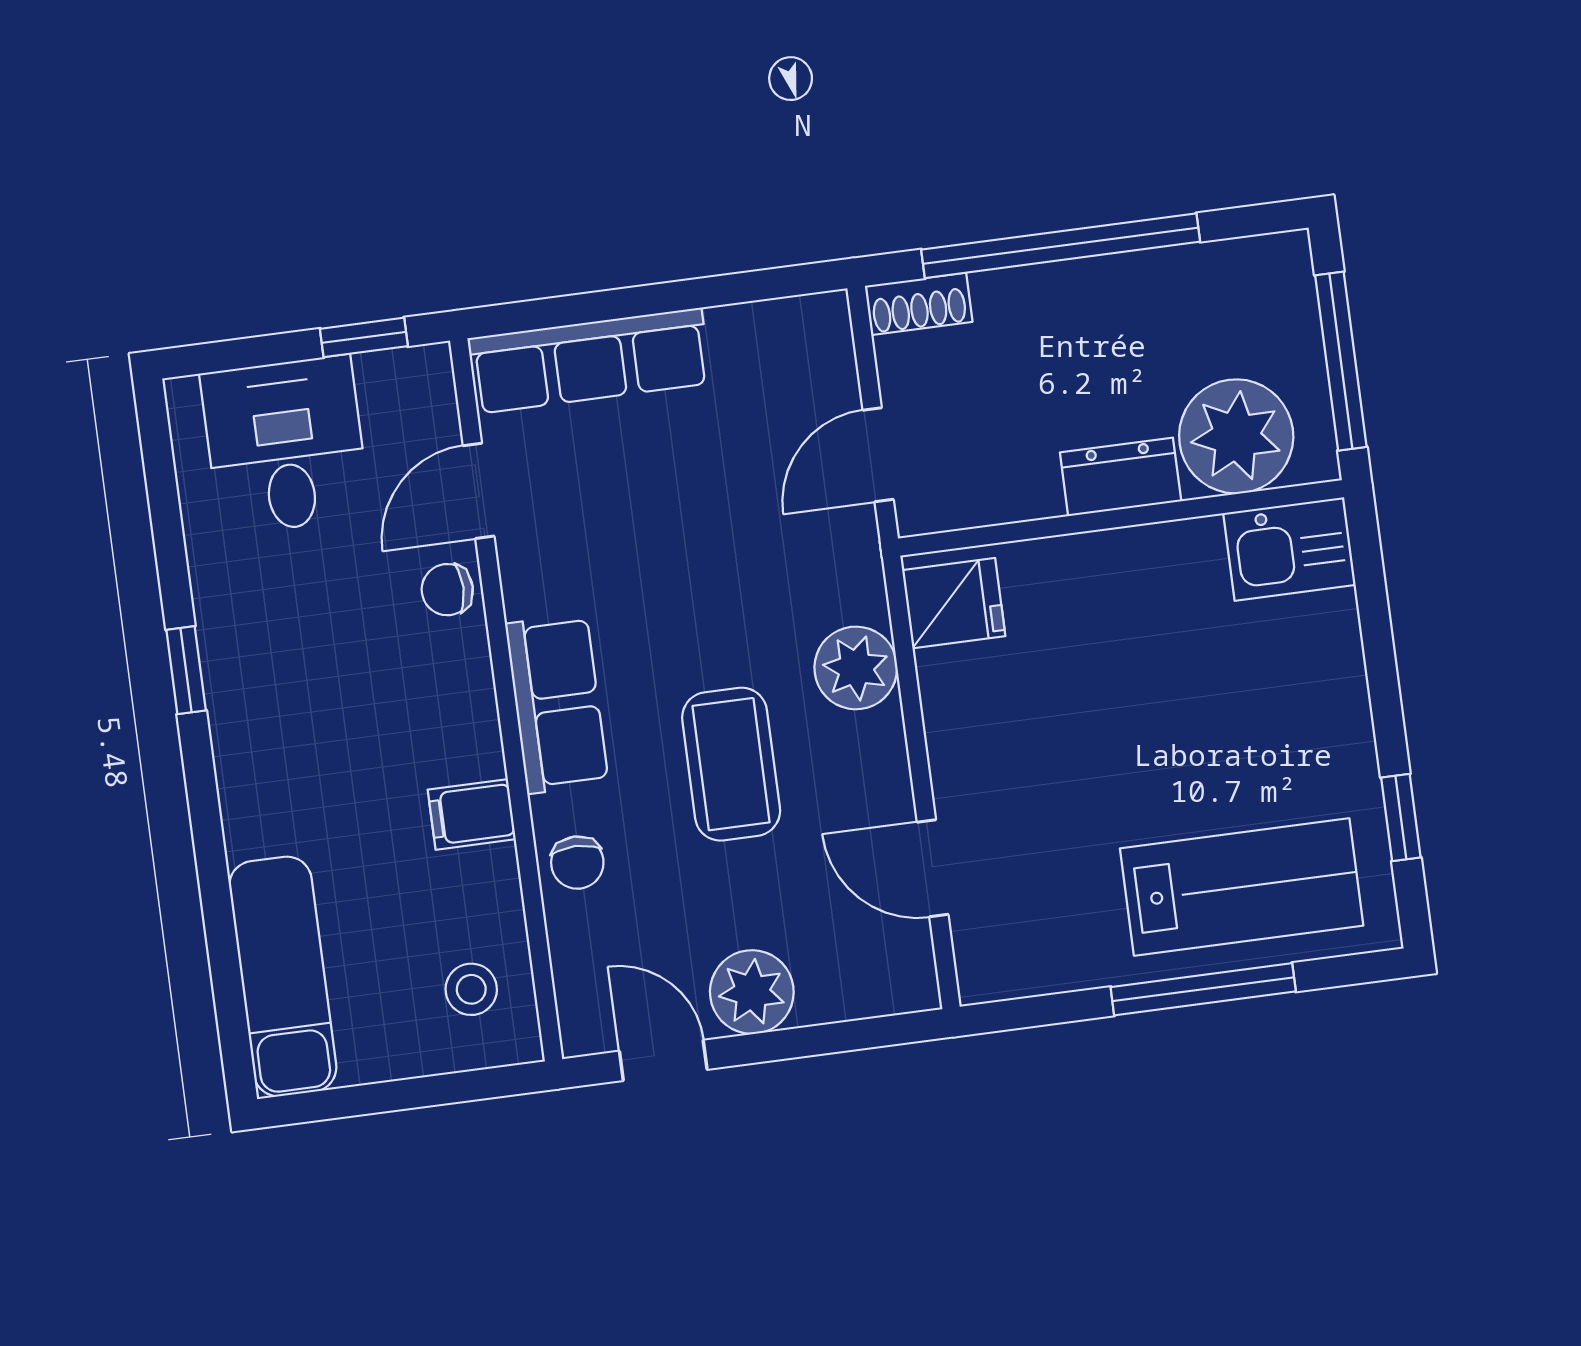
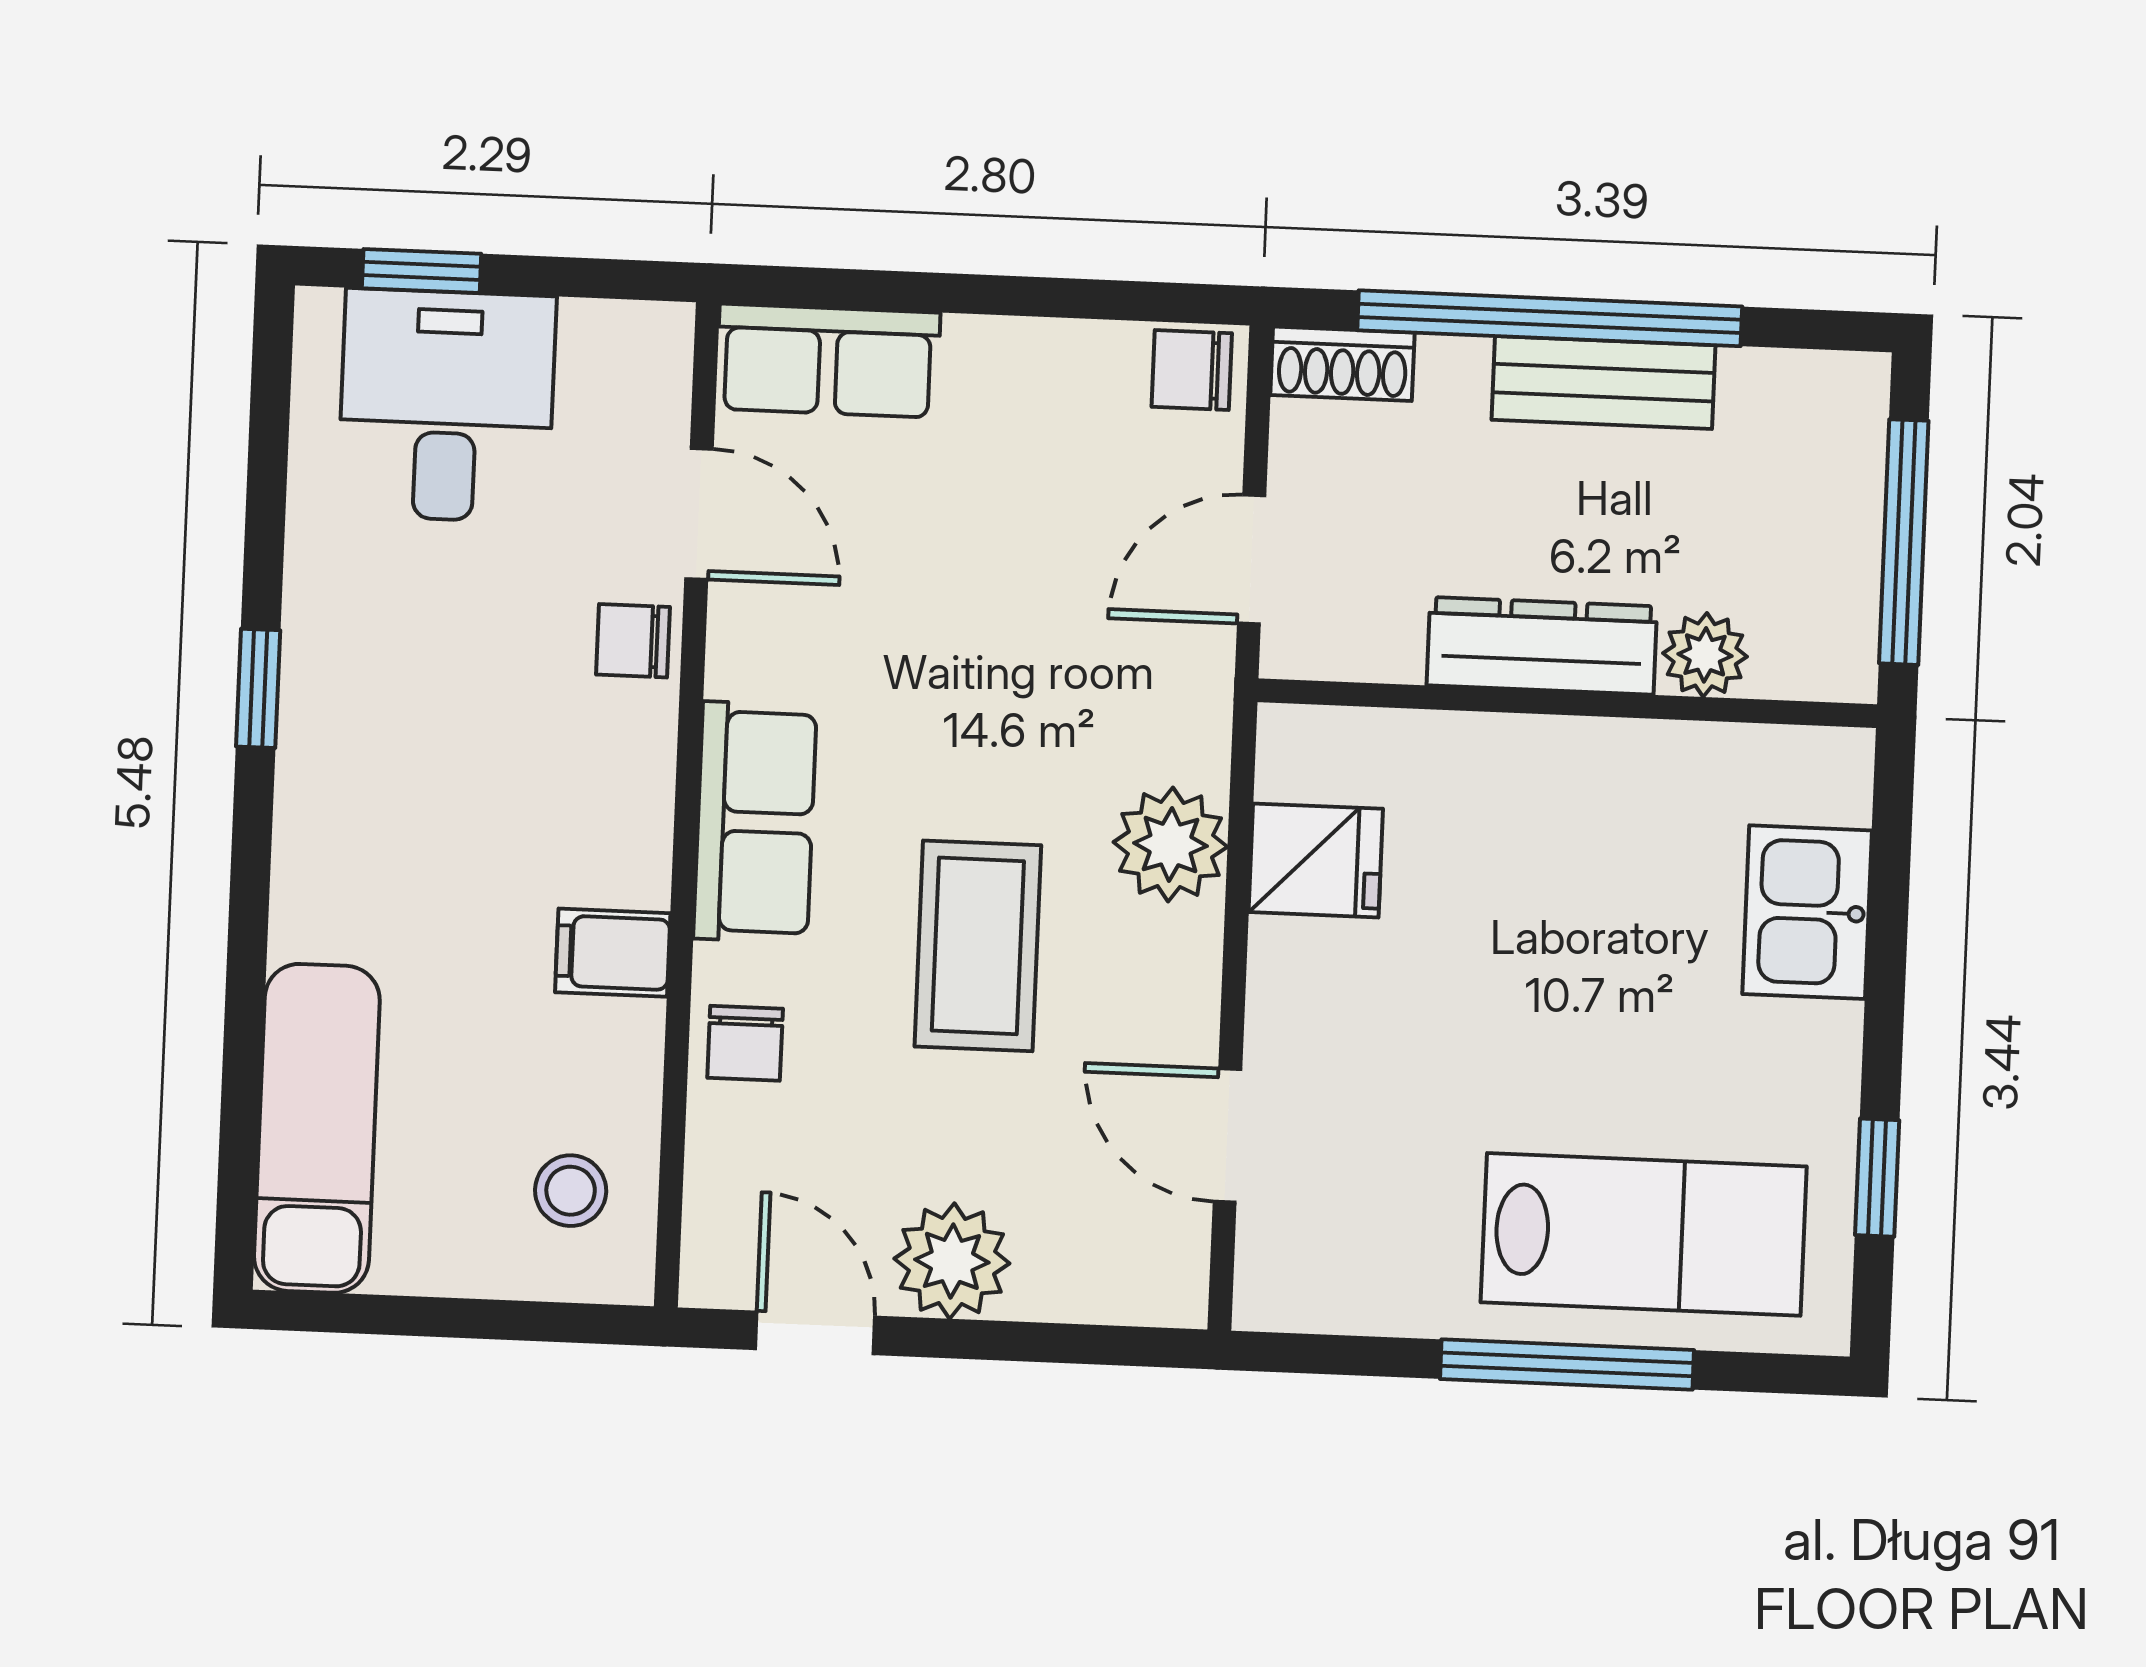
bench: (1107, 285) -> (1603, 382), added
chair: (812, 327) -> (1192, 370), added
window: (364, 337) -> (422, 271), moved
row of seats: (589, 361) -> (828, 361), width x0.68
plant: (1236, 436) -> (1705, 655), width x0.53, depth x0.53
dresser: (1121, 477) -> (1542, 646), width x1.44
door: (479, 491) -> (699, 514), swing flipped
kitchen sink: (1289, 549) -> (1807, 912), moved, turned 90
fridge: (954, 603) -> (1316, 860), moved

